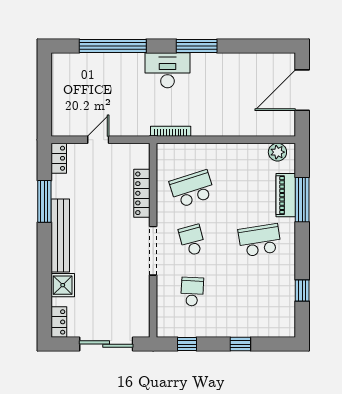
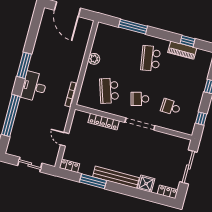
sliding door: (44, 96) -> (30, 164), added
plant: (277, 152) -> (94, 59), moved
piano: (286, 195) -> (182, 50), moved

